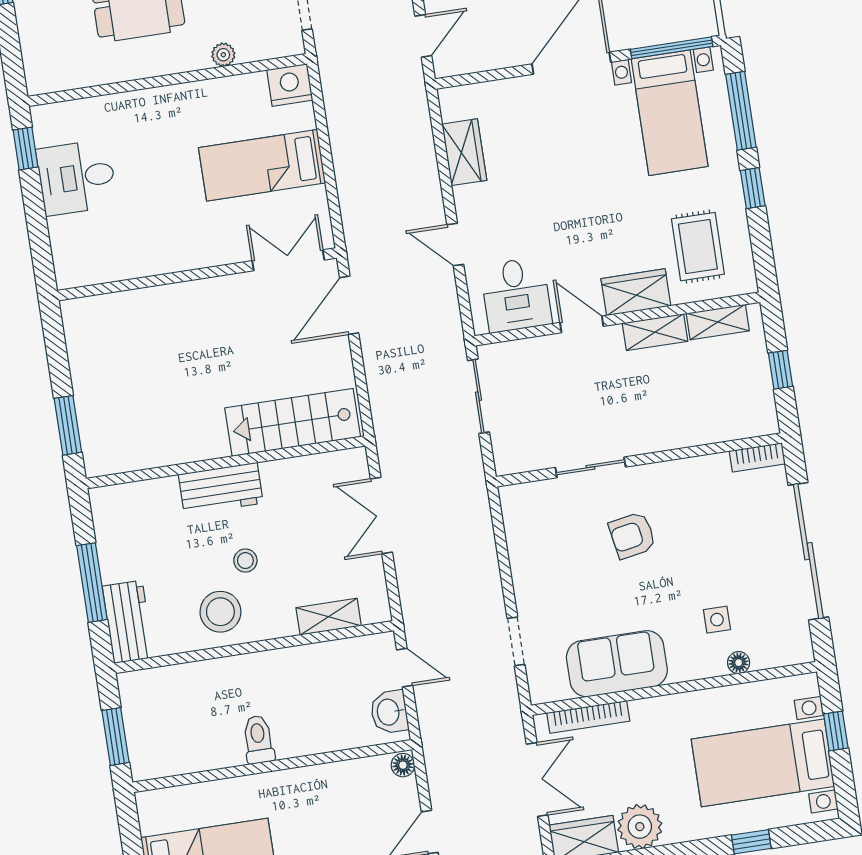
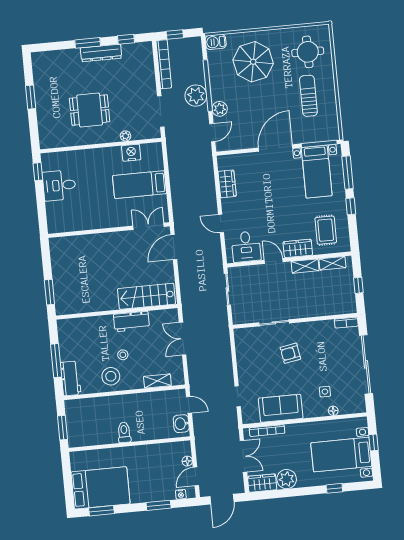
nightstand: (290, 85) -> (131, 153), moved
workbench: (221, 489) -> (131, 321), moved
floor lamp: (403, 765) -> (187, 461), moved

